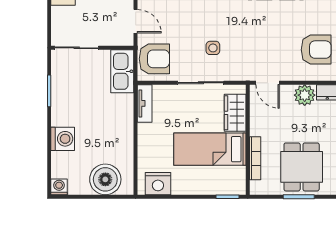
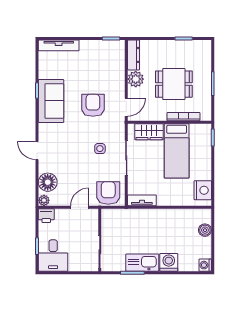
armchair: (316, 50) -> (93, 105), moved
kitchen sink: (122, 71) -> (142, 263), moved, turned 180
dining table: (302, 167) -> (174, 84), moved
boiler: (105, 179) -> (205, 230), width x0.54, depth x0.54

